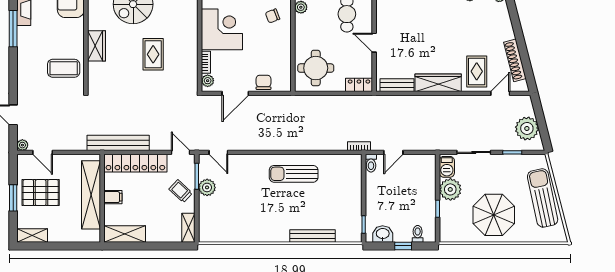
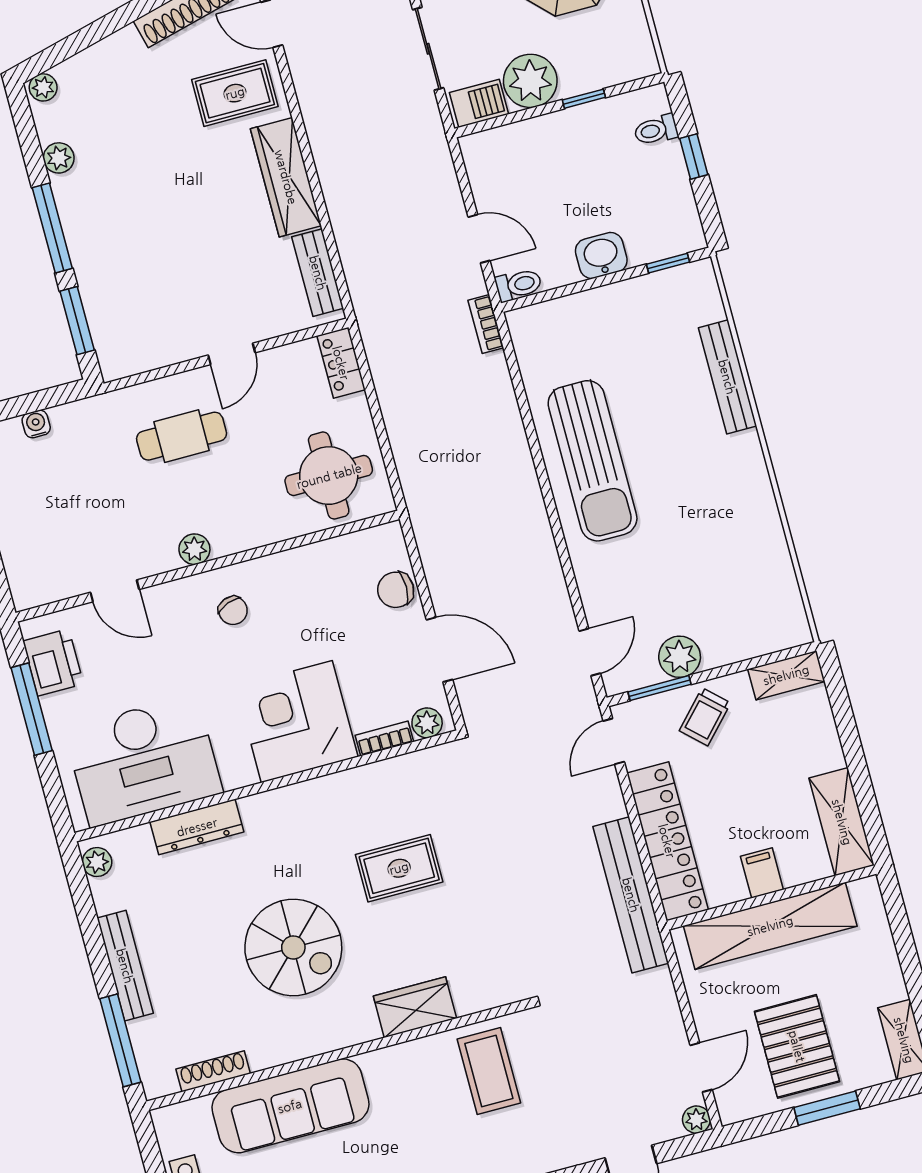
sun lounger: (294, 174) -> (593, 461), width x1.36, depth x1.34
washbasin: (383, 234) -> (601, 255), moved, turned 90

